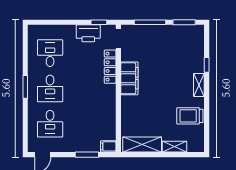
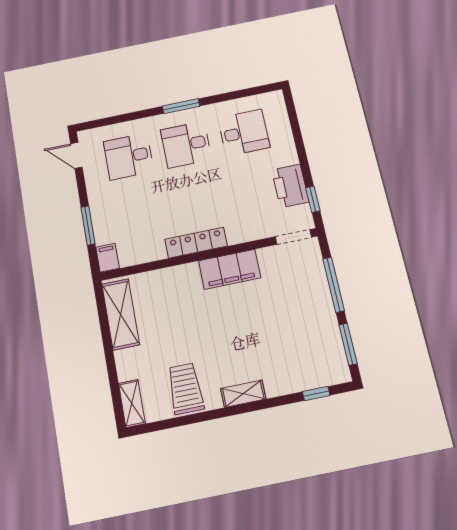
window: (207, 65) -> (316, 393), moved
locker: (110, 67) -> (196, 243), moved
shelving: (174, 147) -> (132, 403), moved

